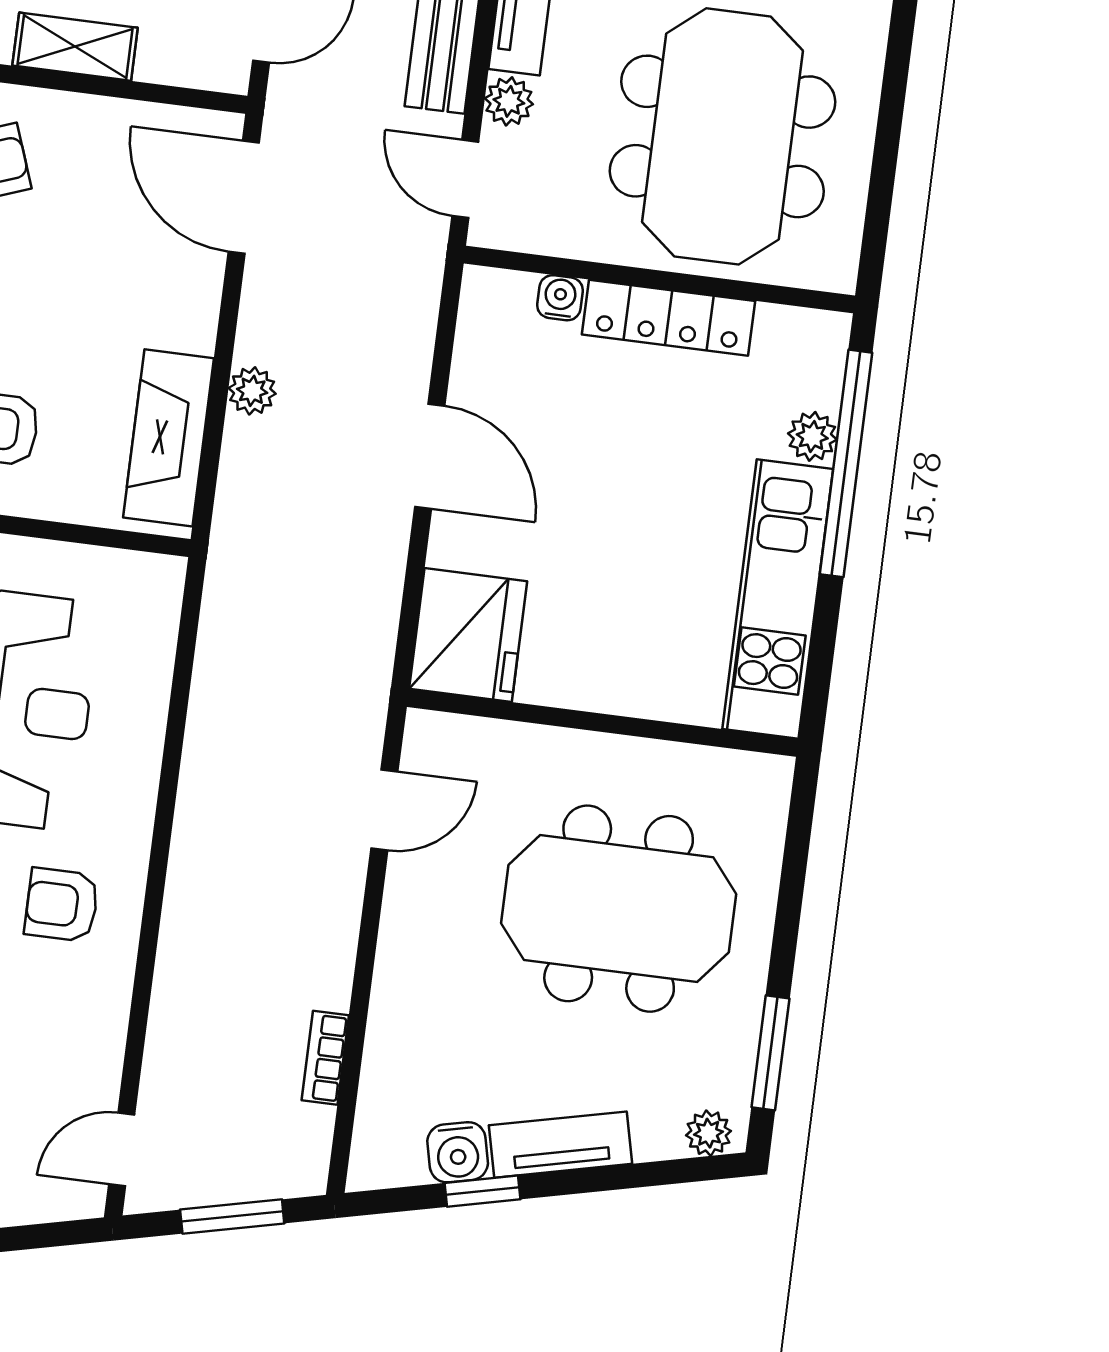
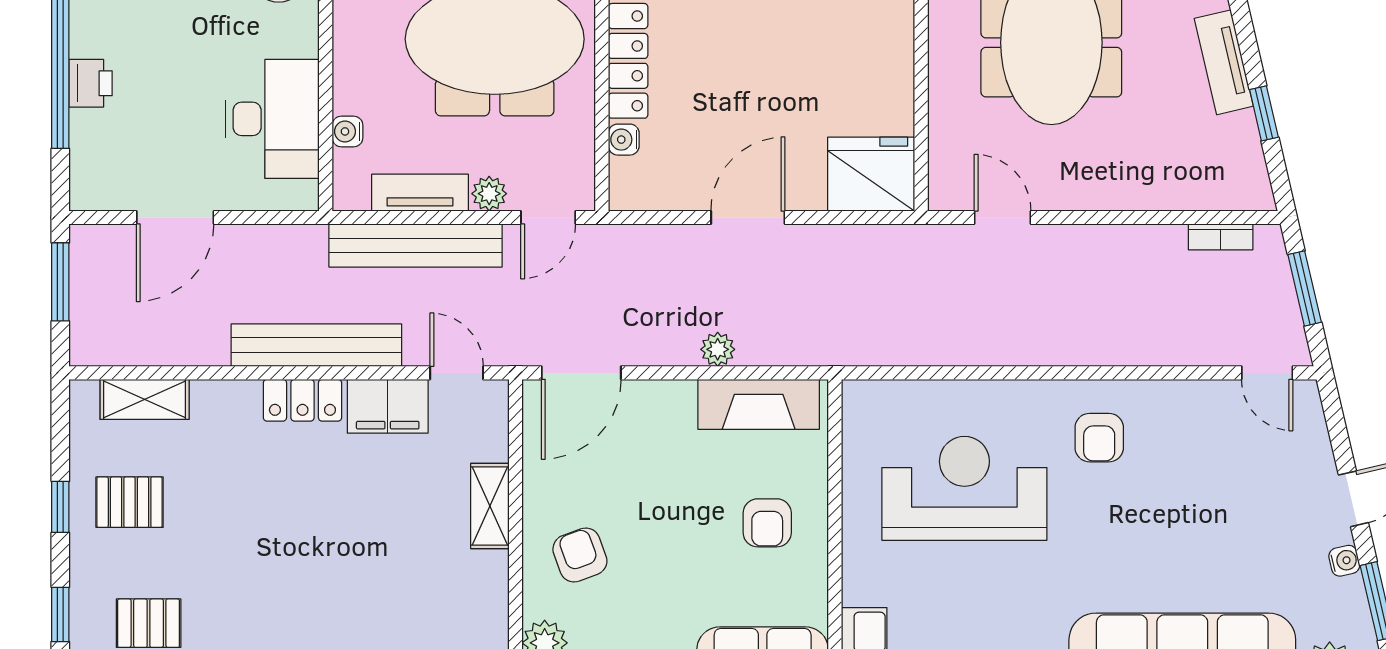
bookcase: (325, 1058) -> (1221, 237), moved
water cooler: (458, 1152) -> (1239, 135), removed

